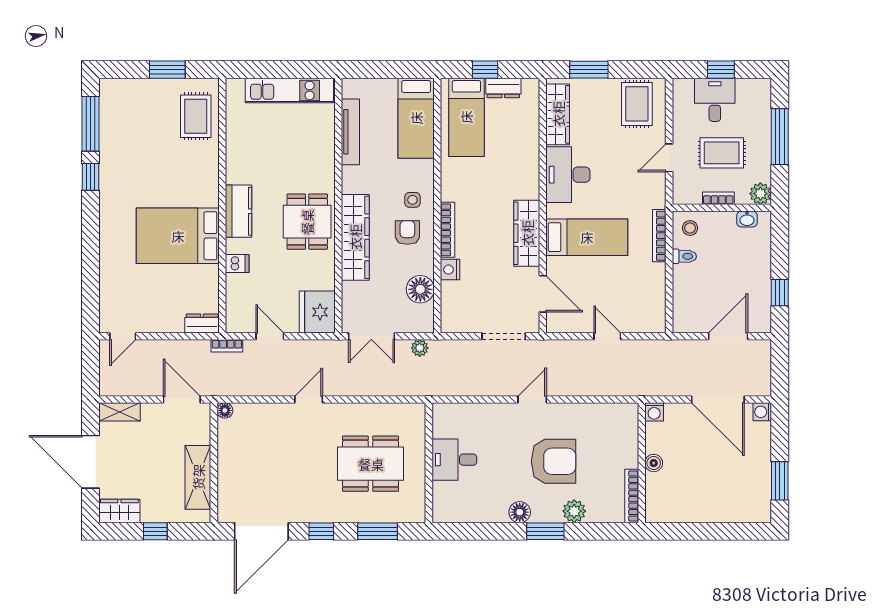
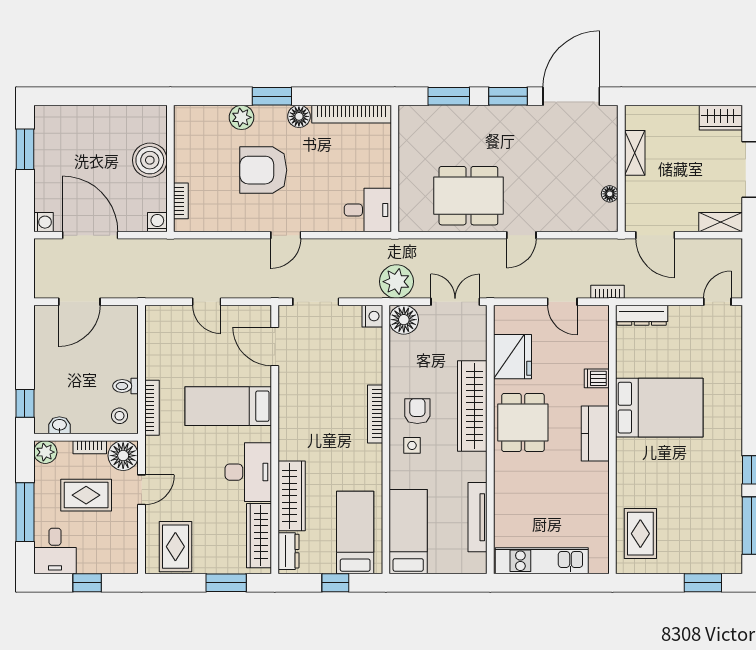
window: (167, 70) -> (703, 583), moved
dresser: (503, 88) -> (288, 551), moved, turned 90
desk: (715, 100) -> (55, 551), moved
floor lamp: (687, 190) -> (123, 456), added
armchair: (407, 233) -> (417, 411), turned 180
wardrobe: (527, 233) -> (292, 496), moved
nightstand: (450, 270) -> (372, 316), moved
floor lamp: (420, 289) -> (404, 320), moved
window: (780, 293) -> (25, 403), moved
fridge: (317, 312) -> (512, 357), moved
dresser: (202, 323) -> (642, 315), width x1.44
plant: (420, 348) -> (396, 282), width x1.88, depth x1.88
floor lamp: (225, 410) -> (610, 194), moved
desk: (454, 460) -> (368, 210), moved
boiler: (654, 463) -> (150, 160), width x1.86, depth x1.86
dining table: (371, 464) -> (468, 196), moved
shelving: (198, 477) -> (635, 153), width x0.67, depth x0.75
bookcase: (632, 496) -> (181, 201), moved, width x0.64
bookcase: (470, 514) -> (352, 114), added
window: (155, 531) -> (683, 96), removed
window: (321, 531) -> (508, 96), width x1.50

